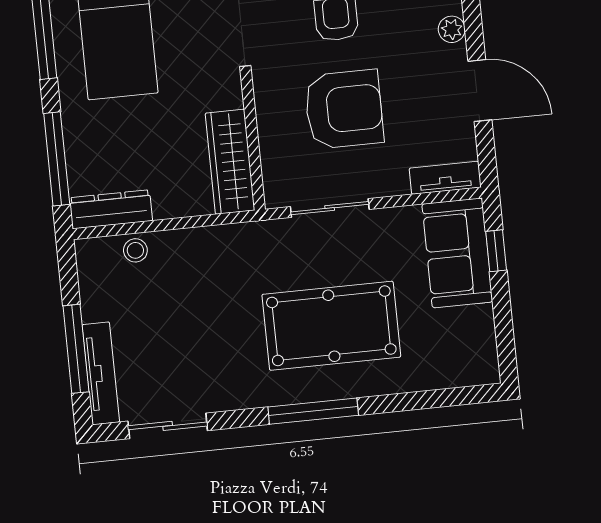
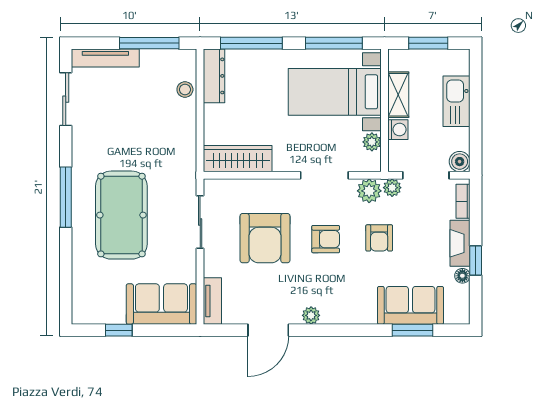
window: (496, 251) -> (119, 330), moved
window: (76, 349) -> (149, 43), moved

